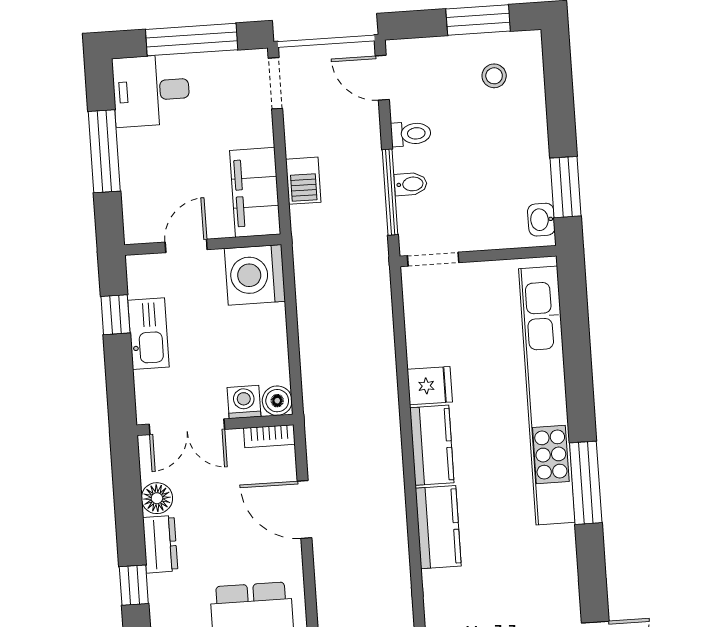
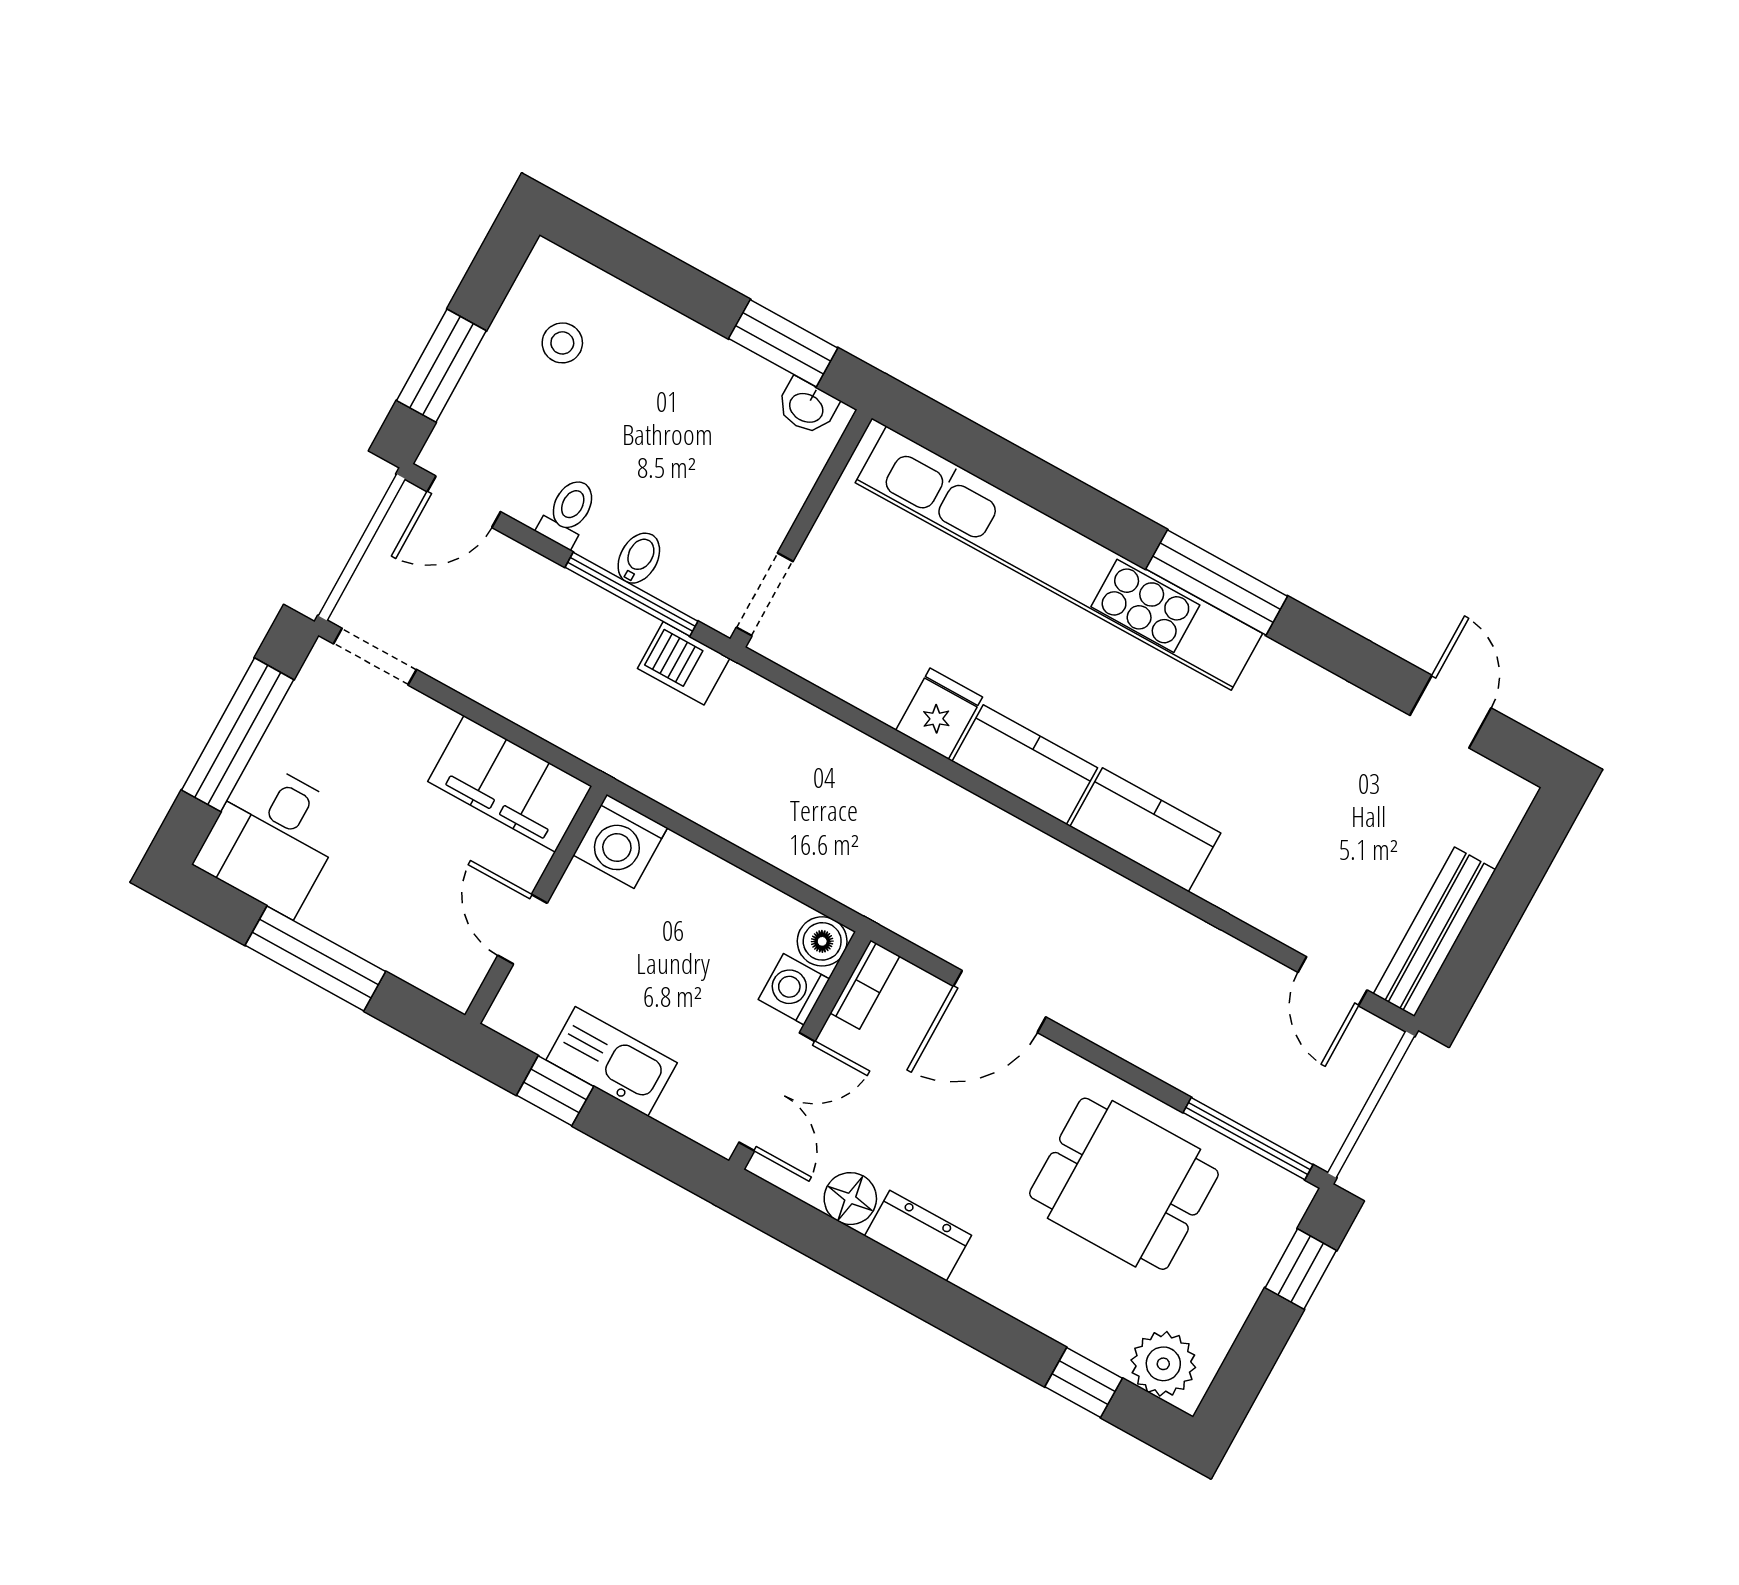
window: (478, 20) -> (441, 366), moved
barbecue: (303, 181) -> (684, 663), moved, turned 180
washing machine: (255, 275) -> (620, 841), width x0.73, depth x0.73
window: (134, 585) -> (952, 1310), removed

